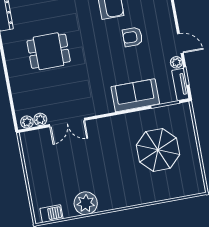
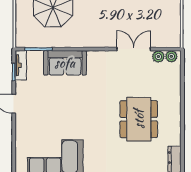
armchair: (133, 37) -> (57, 118), removed
dining table: (49, 51) -> (139, 119), width x1.38
plant: (176, 62) -> (21, 87), removed

